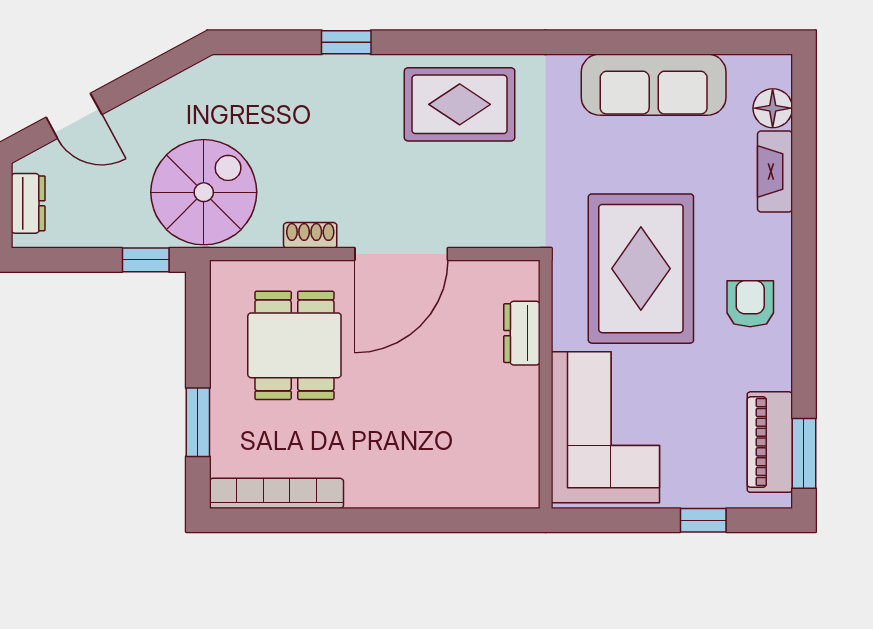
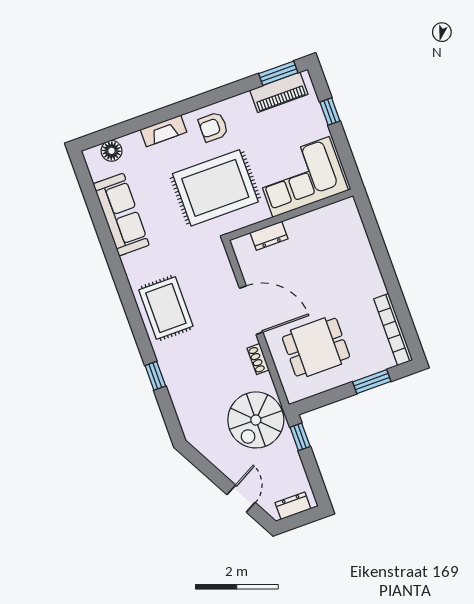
fireplace: (775, 172) -> (163, 131), moved
spiral stairs: (204, 192) -> (256, 420), turned -90

